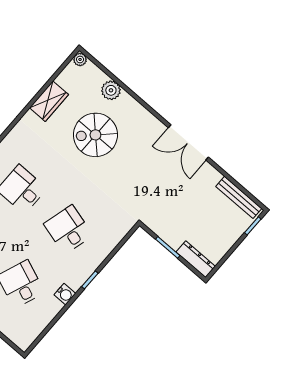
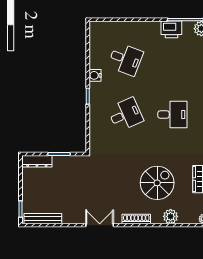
shoe rack: (147, 117) -> (136, 219), added
double door: (188, 142) -> (100, 225), width x0.73
desk: (68, 230) -> (125, 114), turned -39

